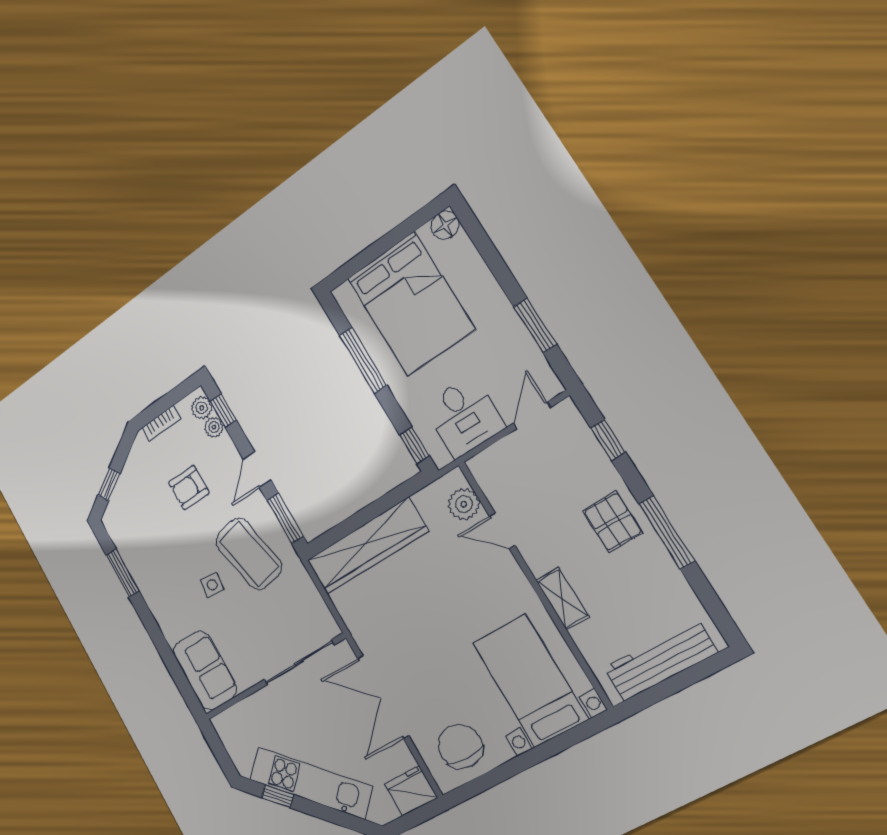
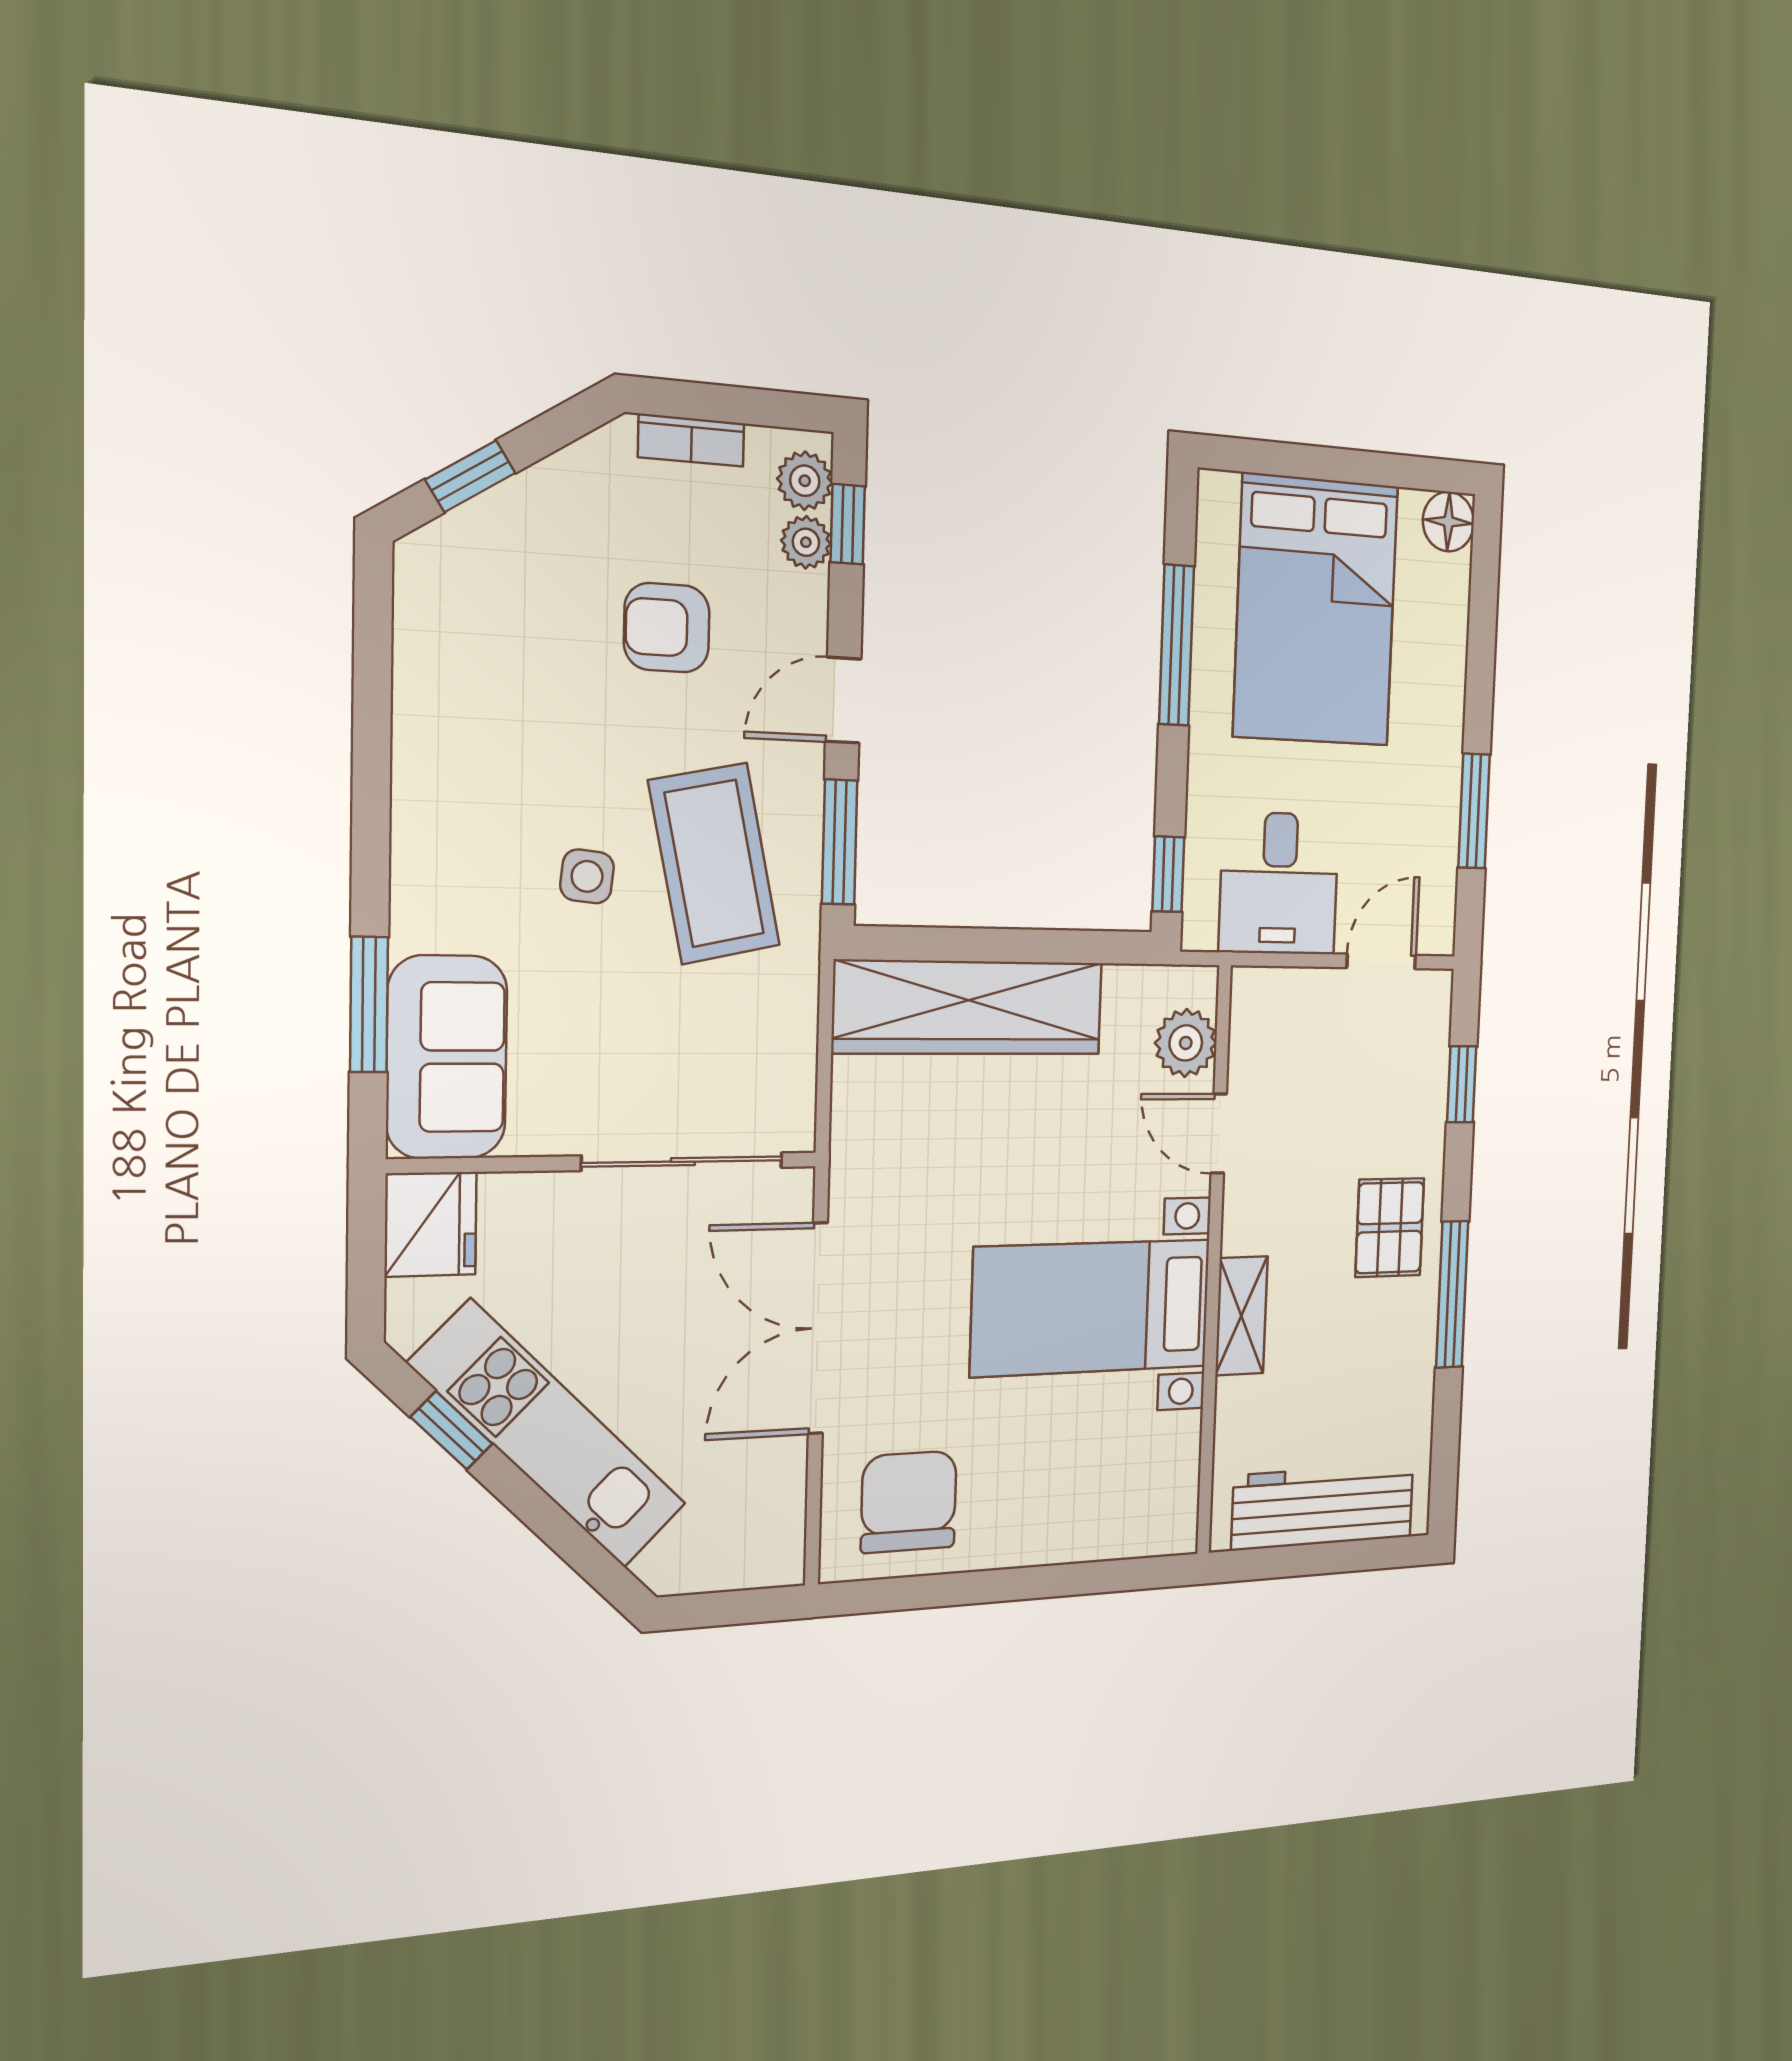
window: (123, 573) -> (369, 1005), moved
bed with nightstands: (530, 681) -> (1091, 1308), moved, turned -90
fridge: (411, 791) -> (431, 1224), moved, turned 90

